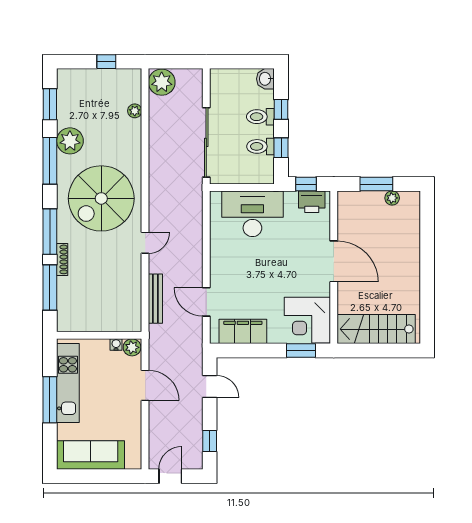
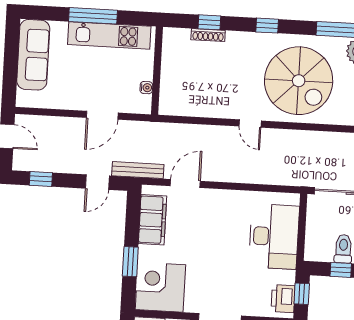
spiral stairs: (101, 198) -> (299, 81), turned 180
window: (50, 232) -> (267, 26), width x0.46
shoe rack: (62, 259) -> (208, 35), moved
window: (50, 287) -> (209, 22), width x0.46
bench: (155, 299) -> (138, 170), moved
plant: (132, 347) -> (142, 104), removed
window: (301, 351) -> (130, 262), moved

